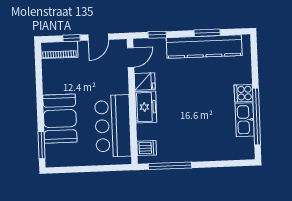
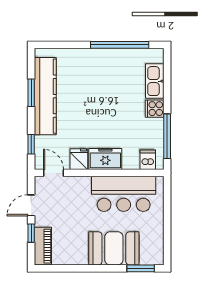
door: (98, 37) -> (31, 205), swing flipped
cooker: (243, 93) -> (155, 109), moved, turned 90
kitchen sink: (245, 120) -> (155, 81), moved, turned 90

